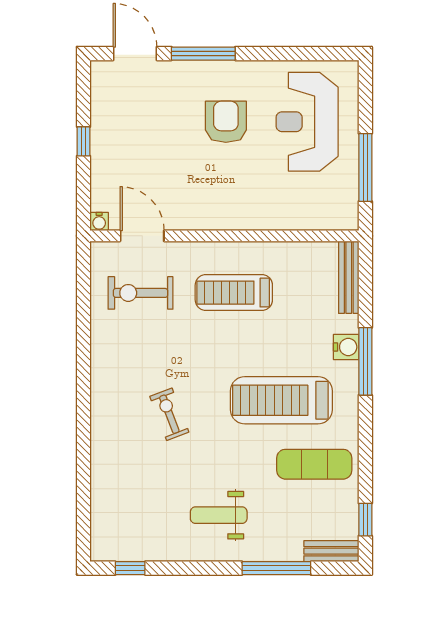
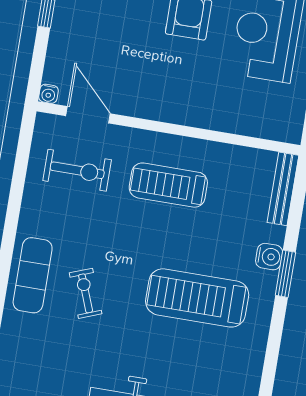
exercise bike: (141, 293) -> (77, 170), turned 180
window: (365, 361) -> (285, 274), width x0.69
exercise mat: (314, 464) -> (33, 275), moved, turned 90

